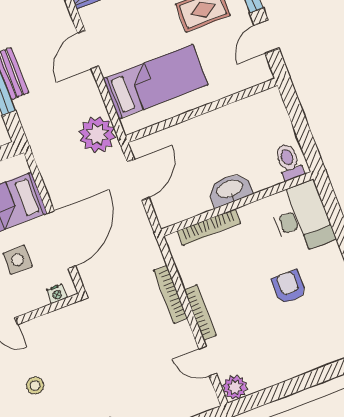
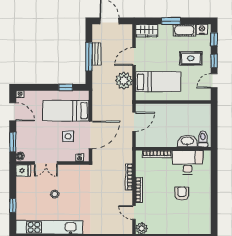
plant: (97, 135) -> (124, 81), moved
washbasin: (230, 189) -> (187, 141), moved
desk: (301, 218) -> (188, 162), moved, turned -90

